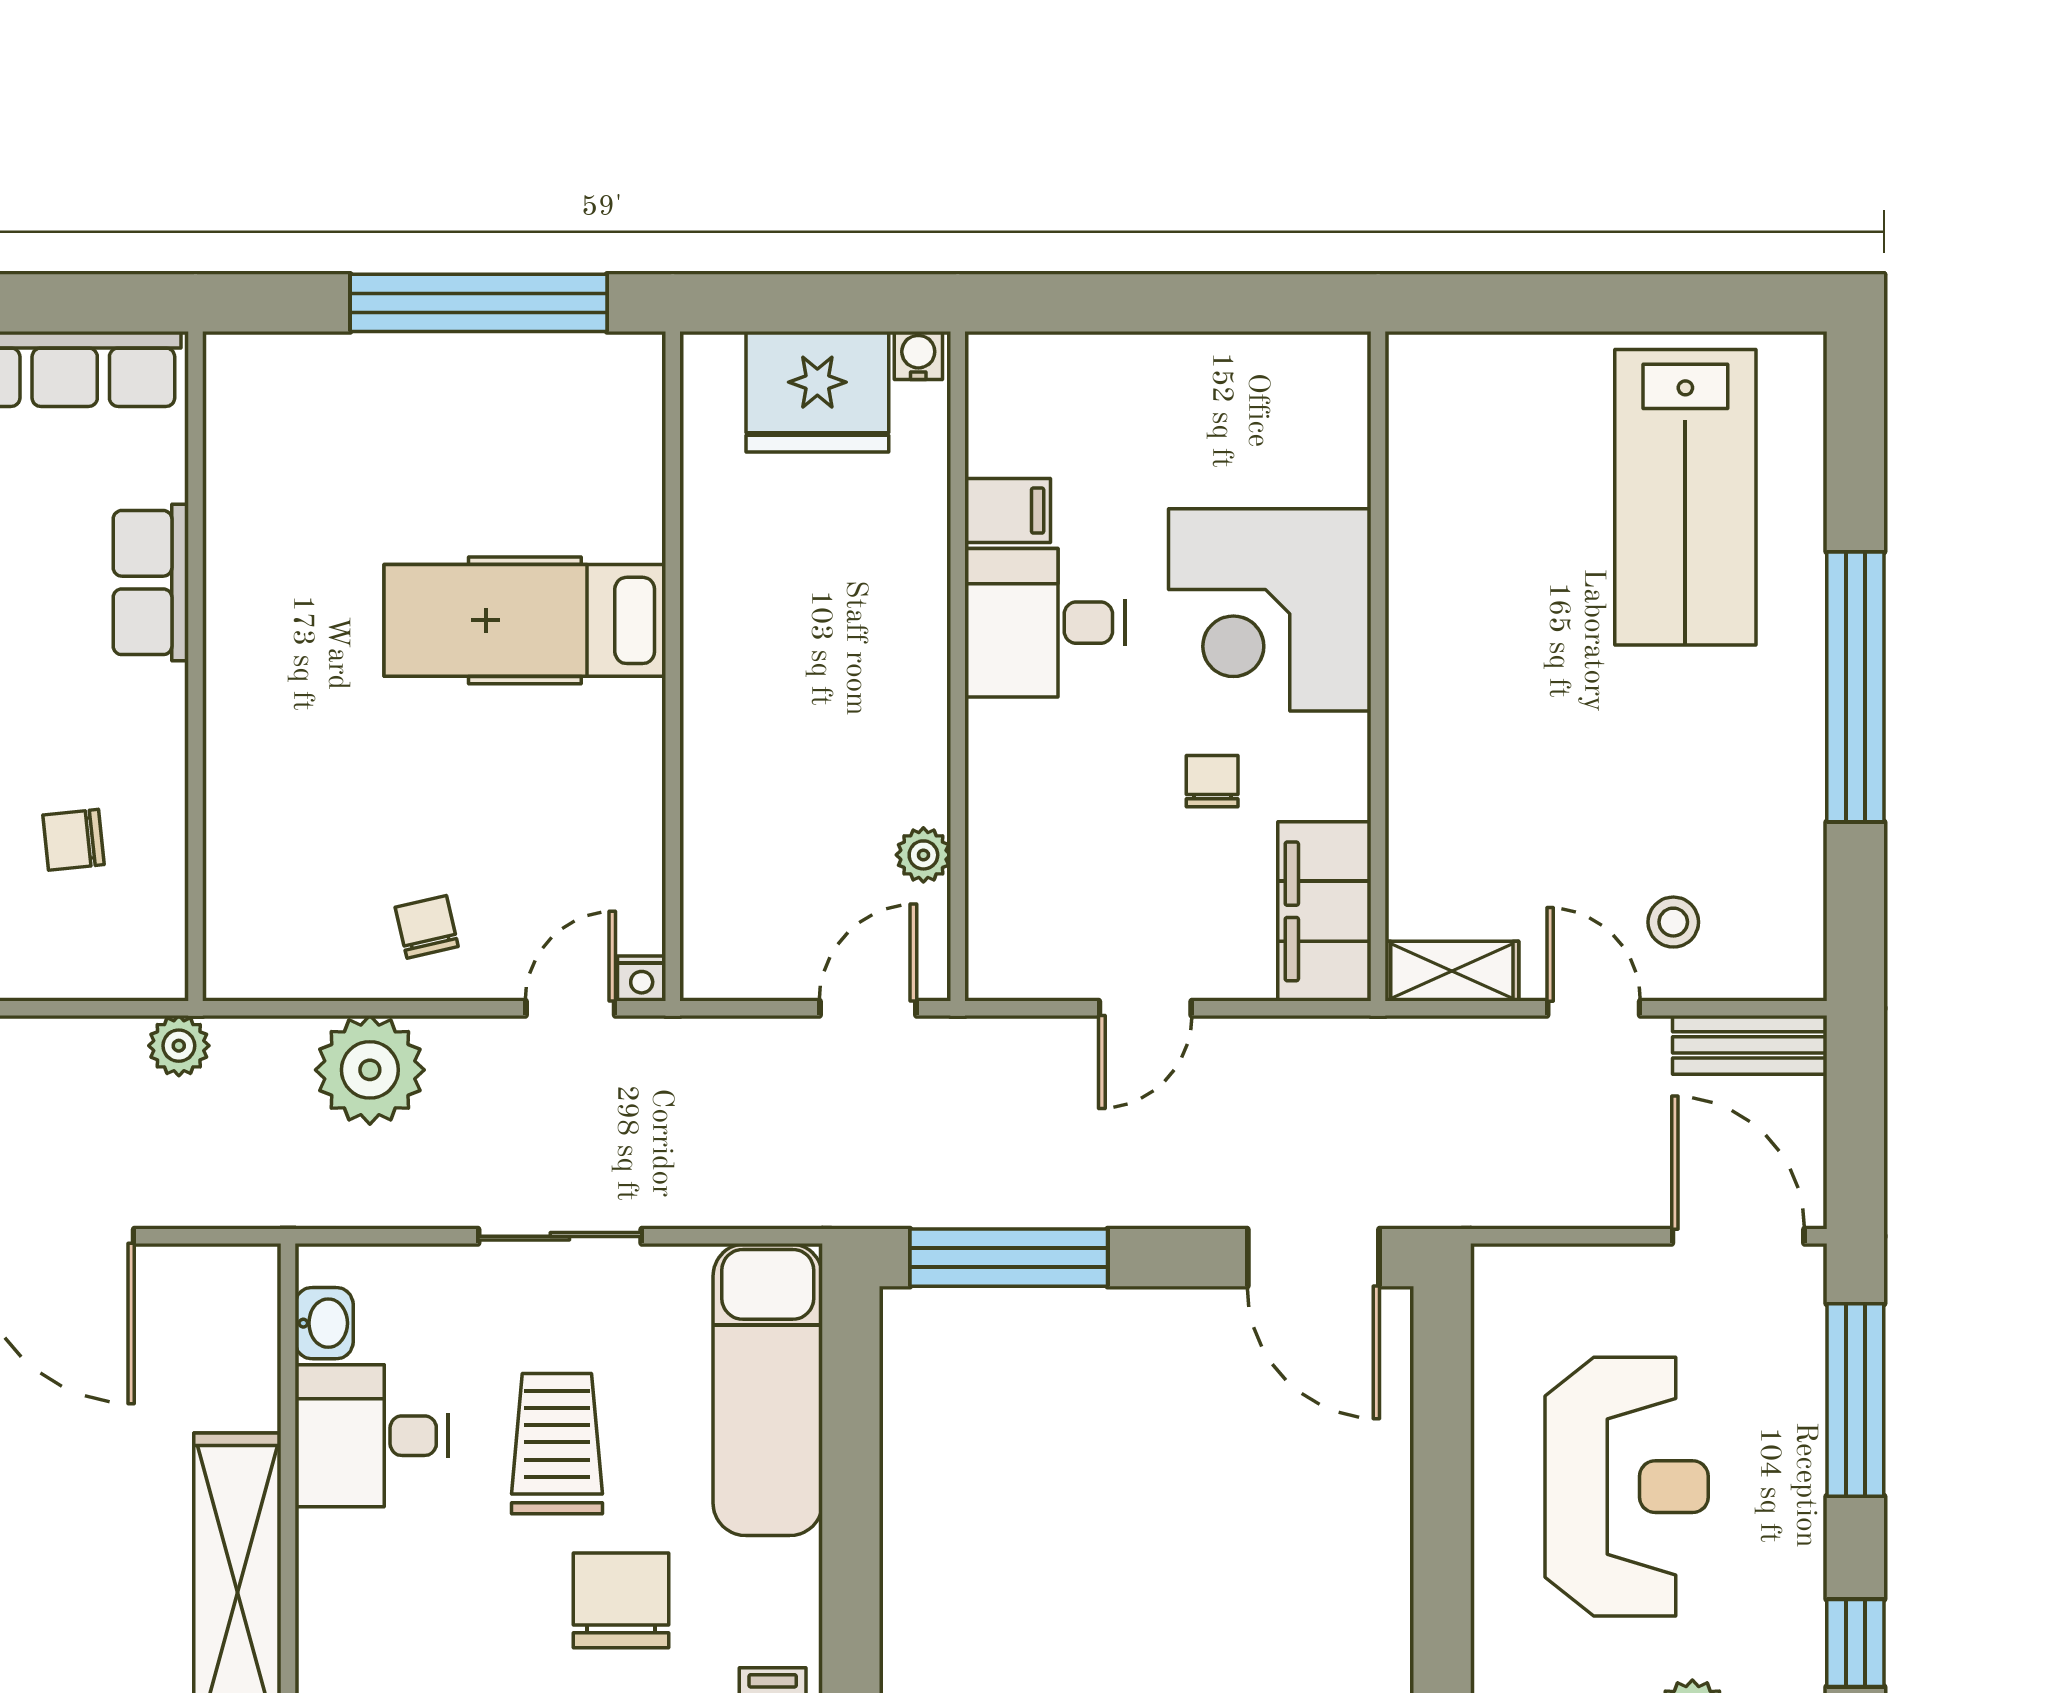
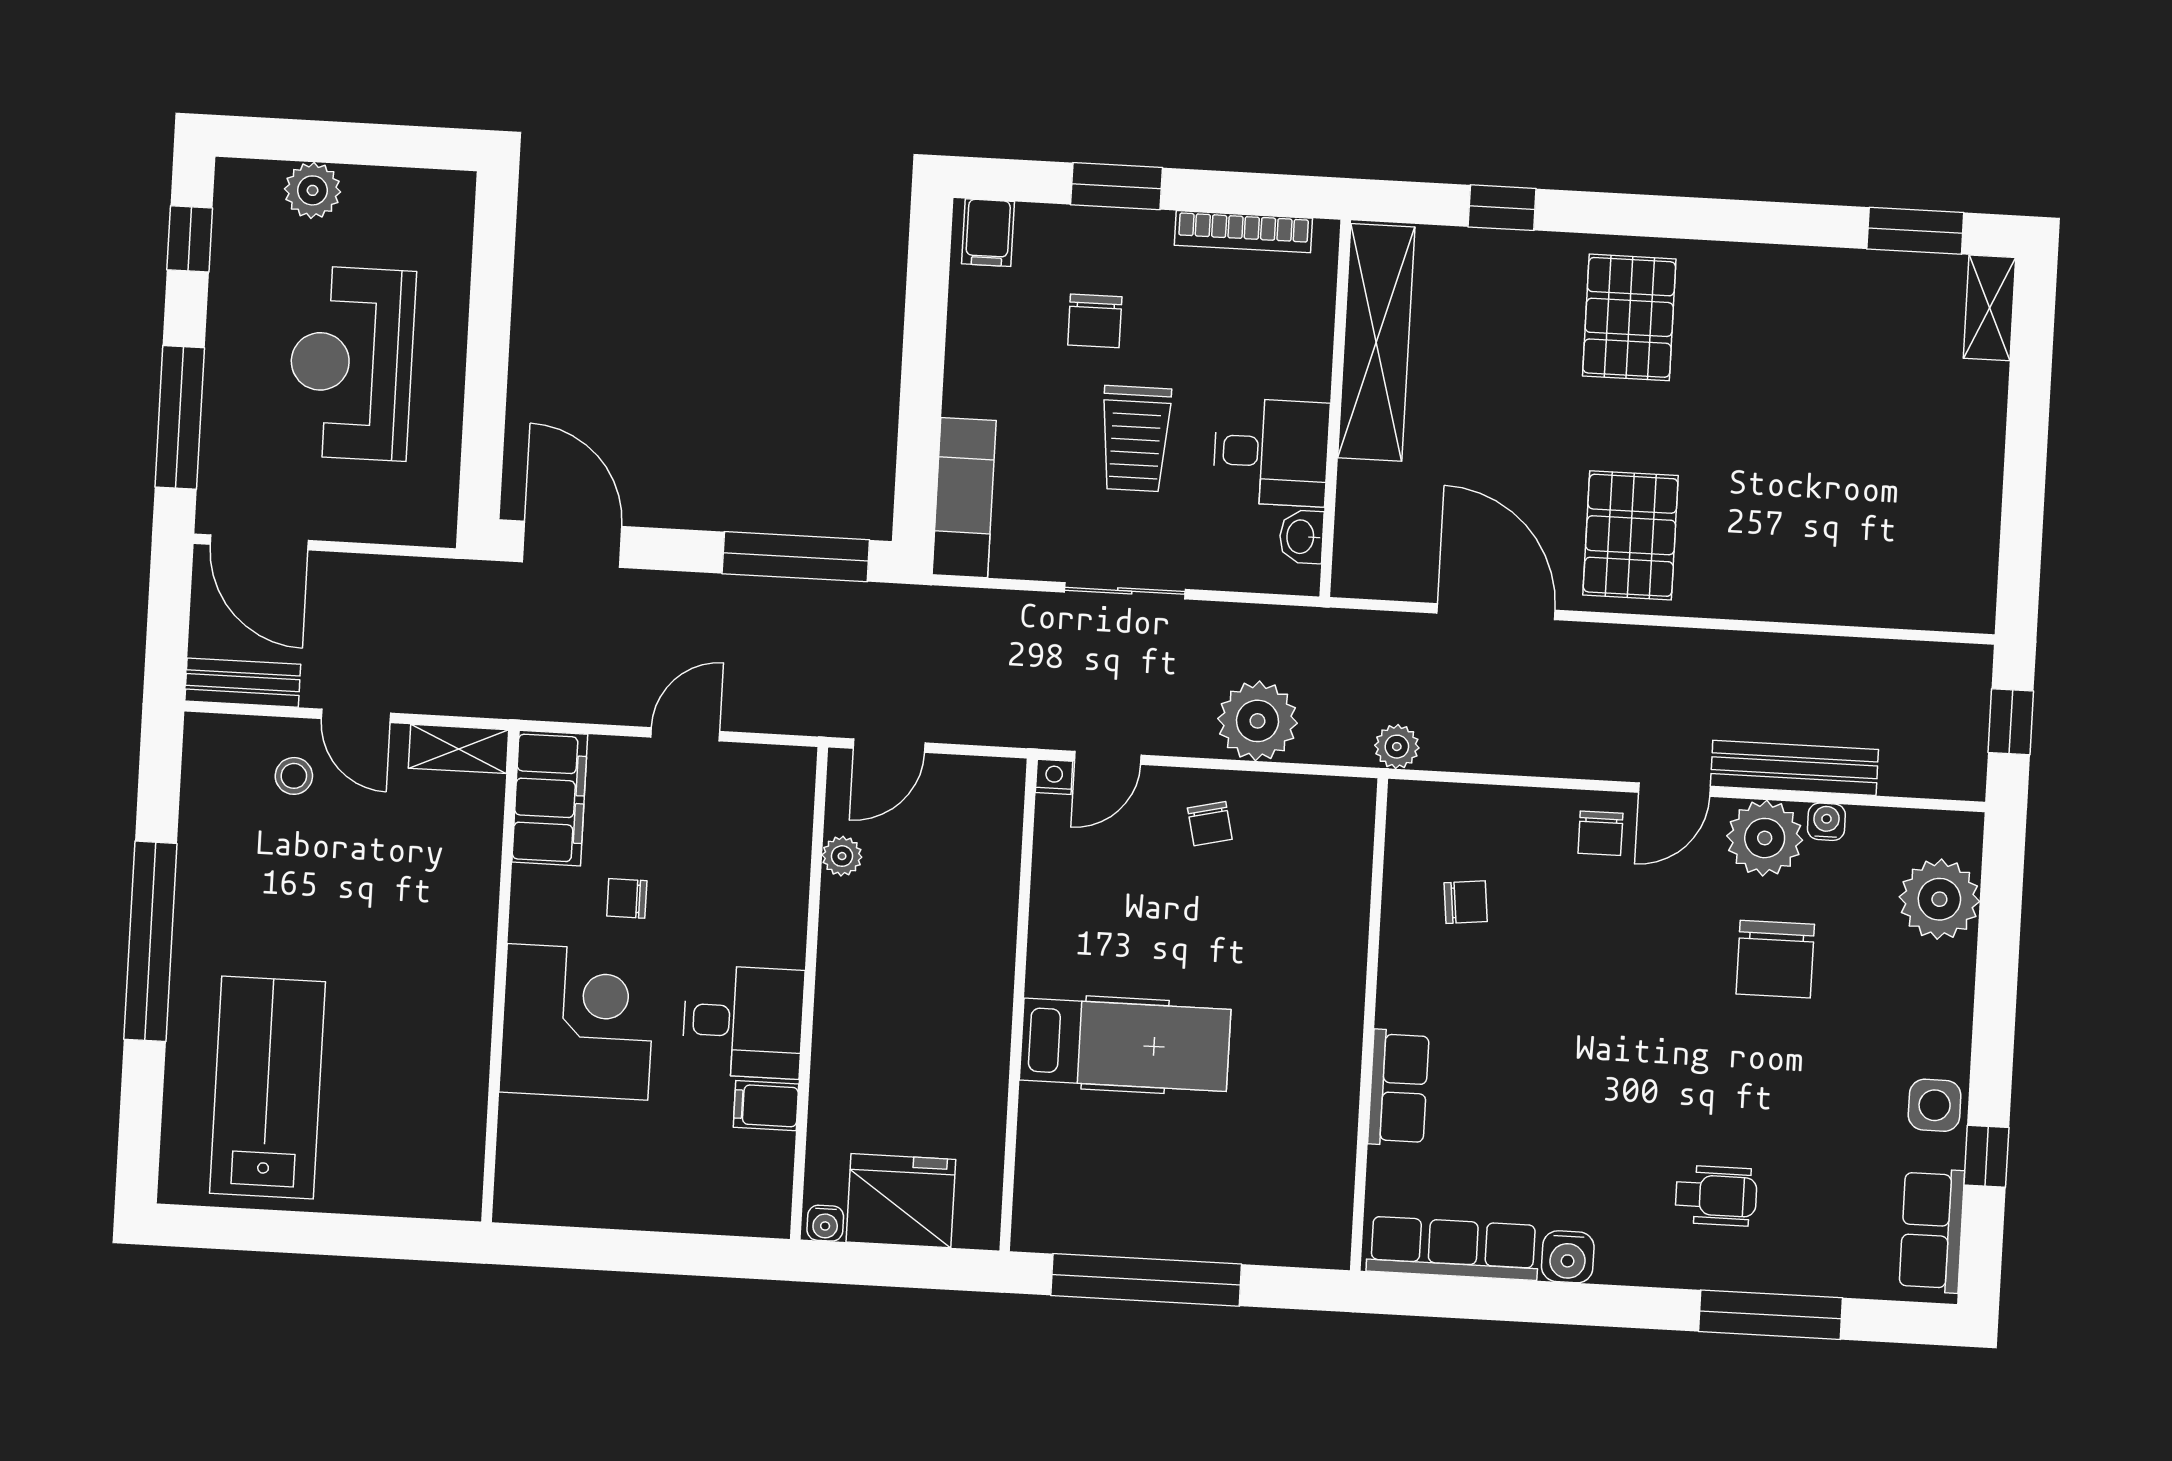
chair: (1212, 781) -> (627, 898), turned 90
exam couch: (768, 1390) -> (964, 498), width x0.73, depth x0.69
chair: (621, 1600) -> (1095, 321), width x0.73, depth x0.73

